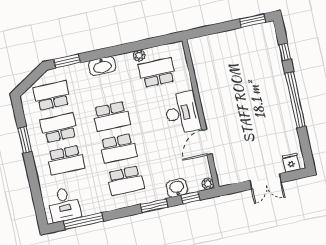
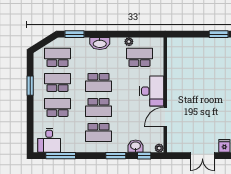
school desk: (66, 160) -> (57, 107), turned 180

